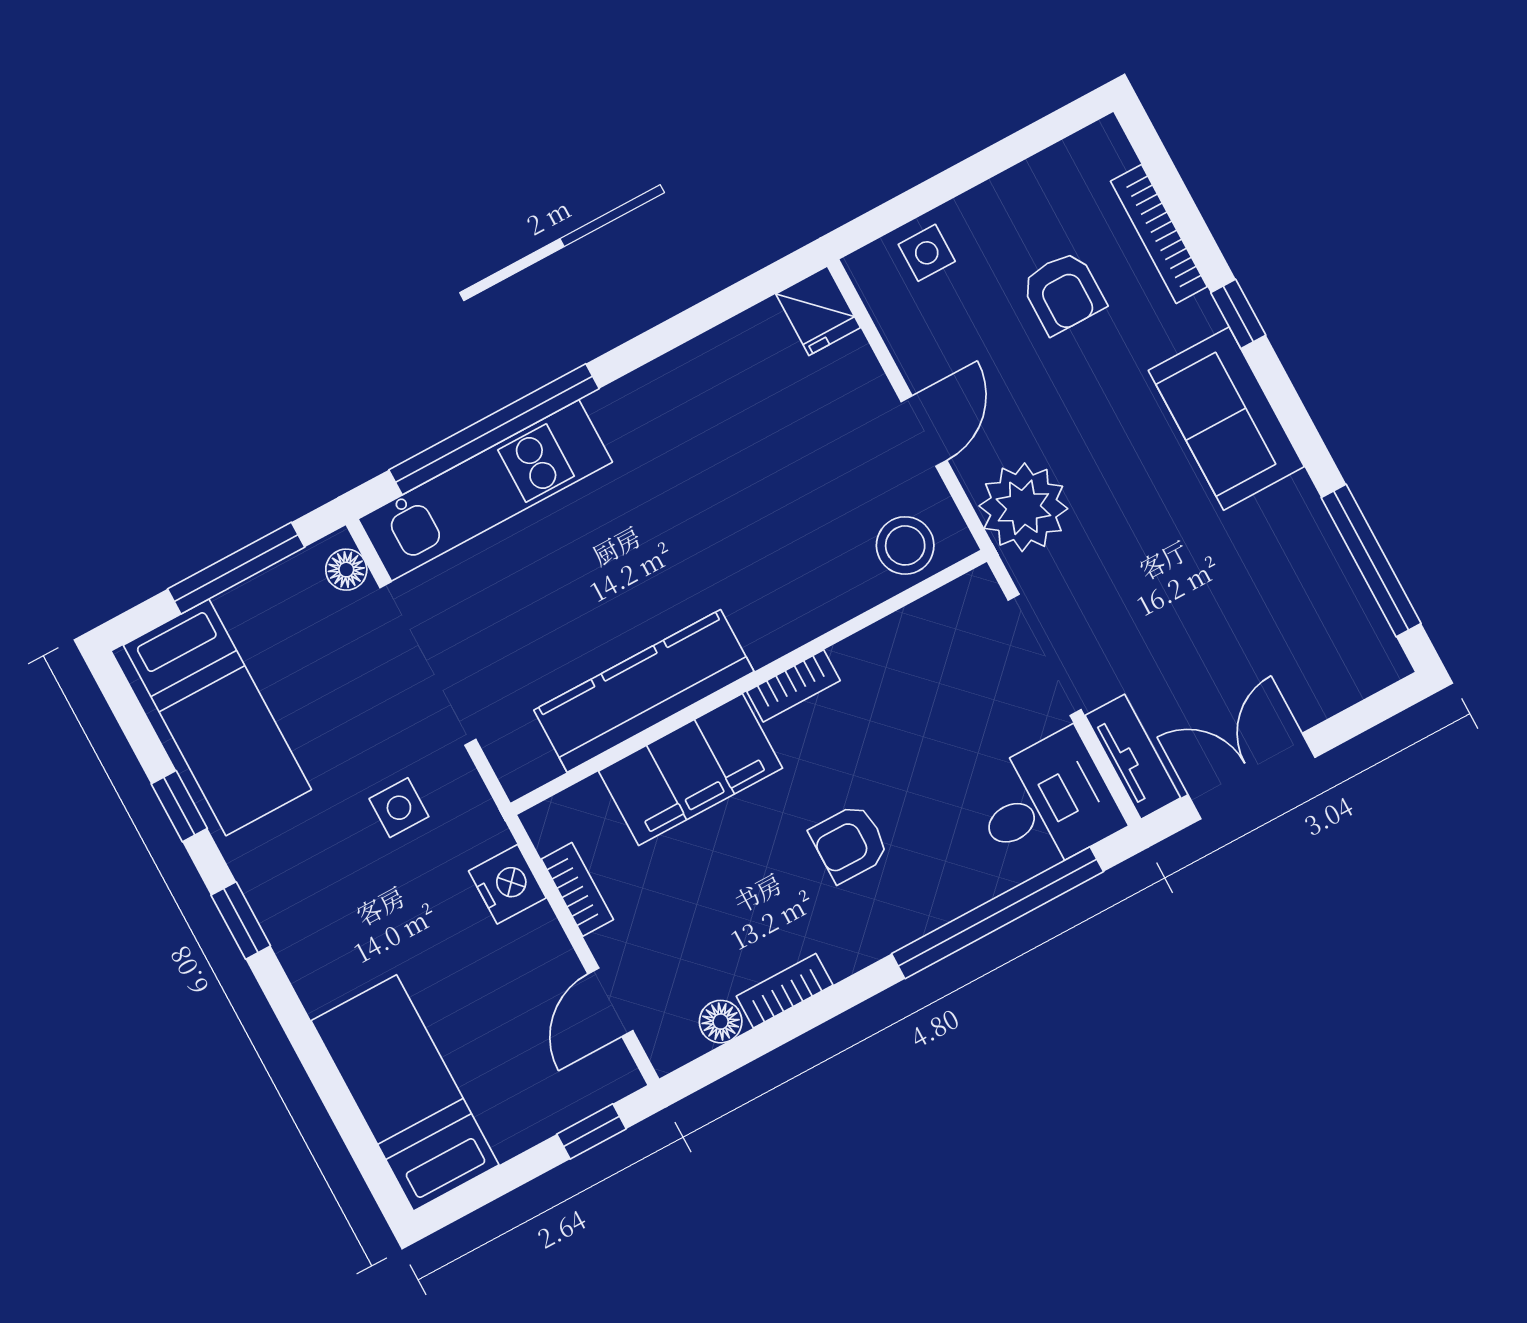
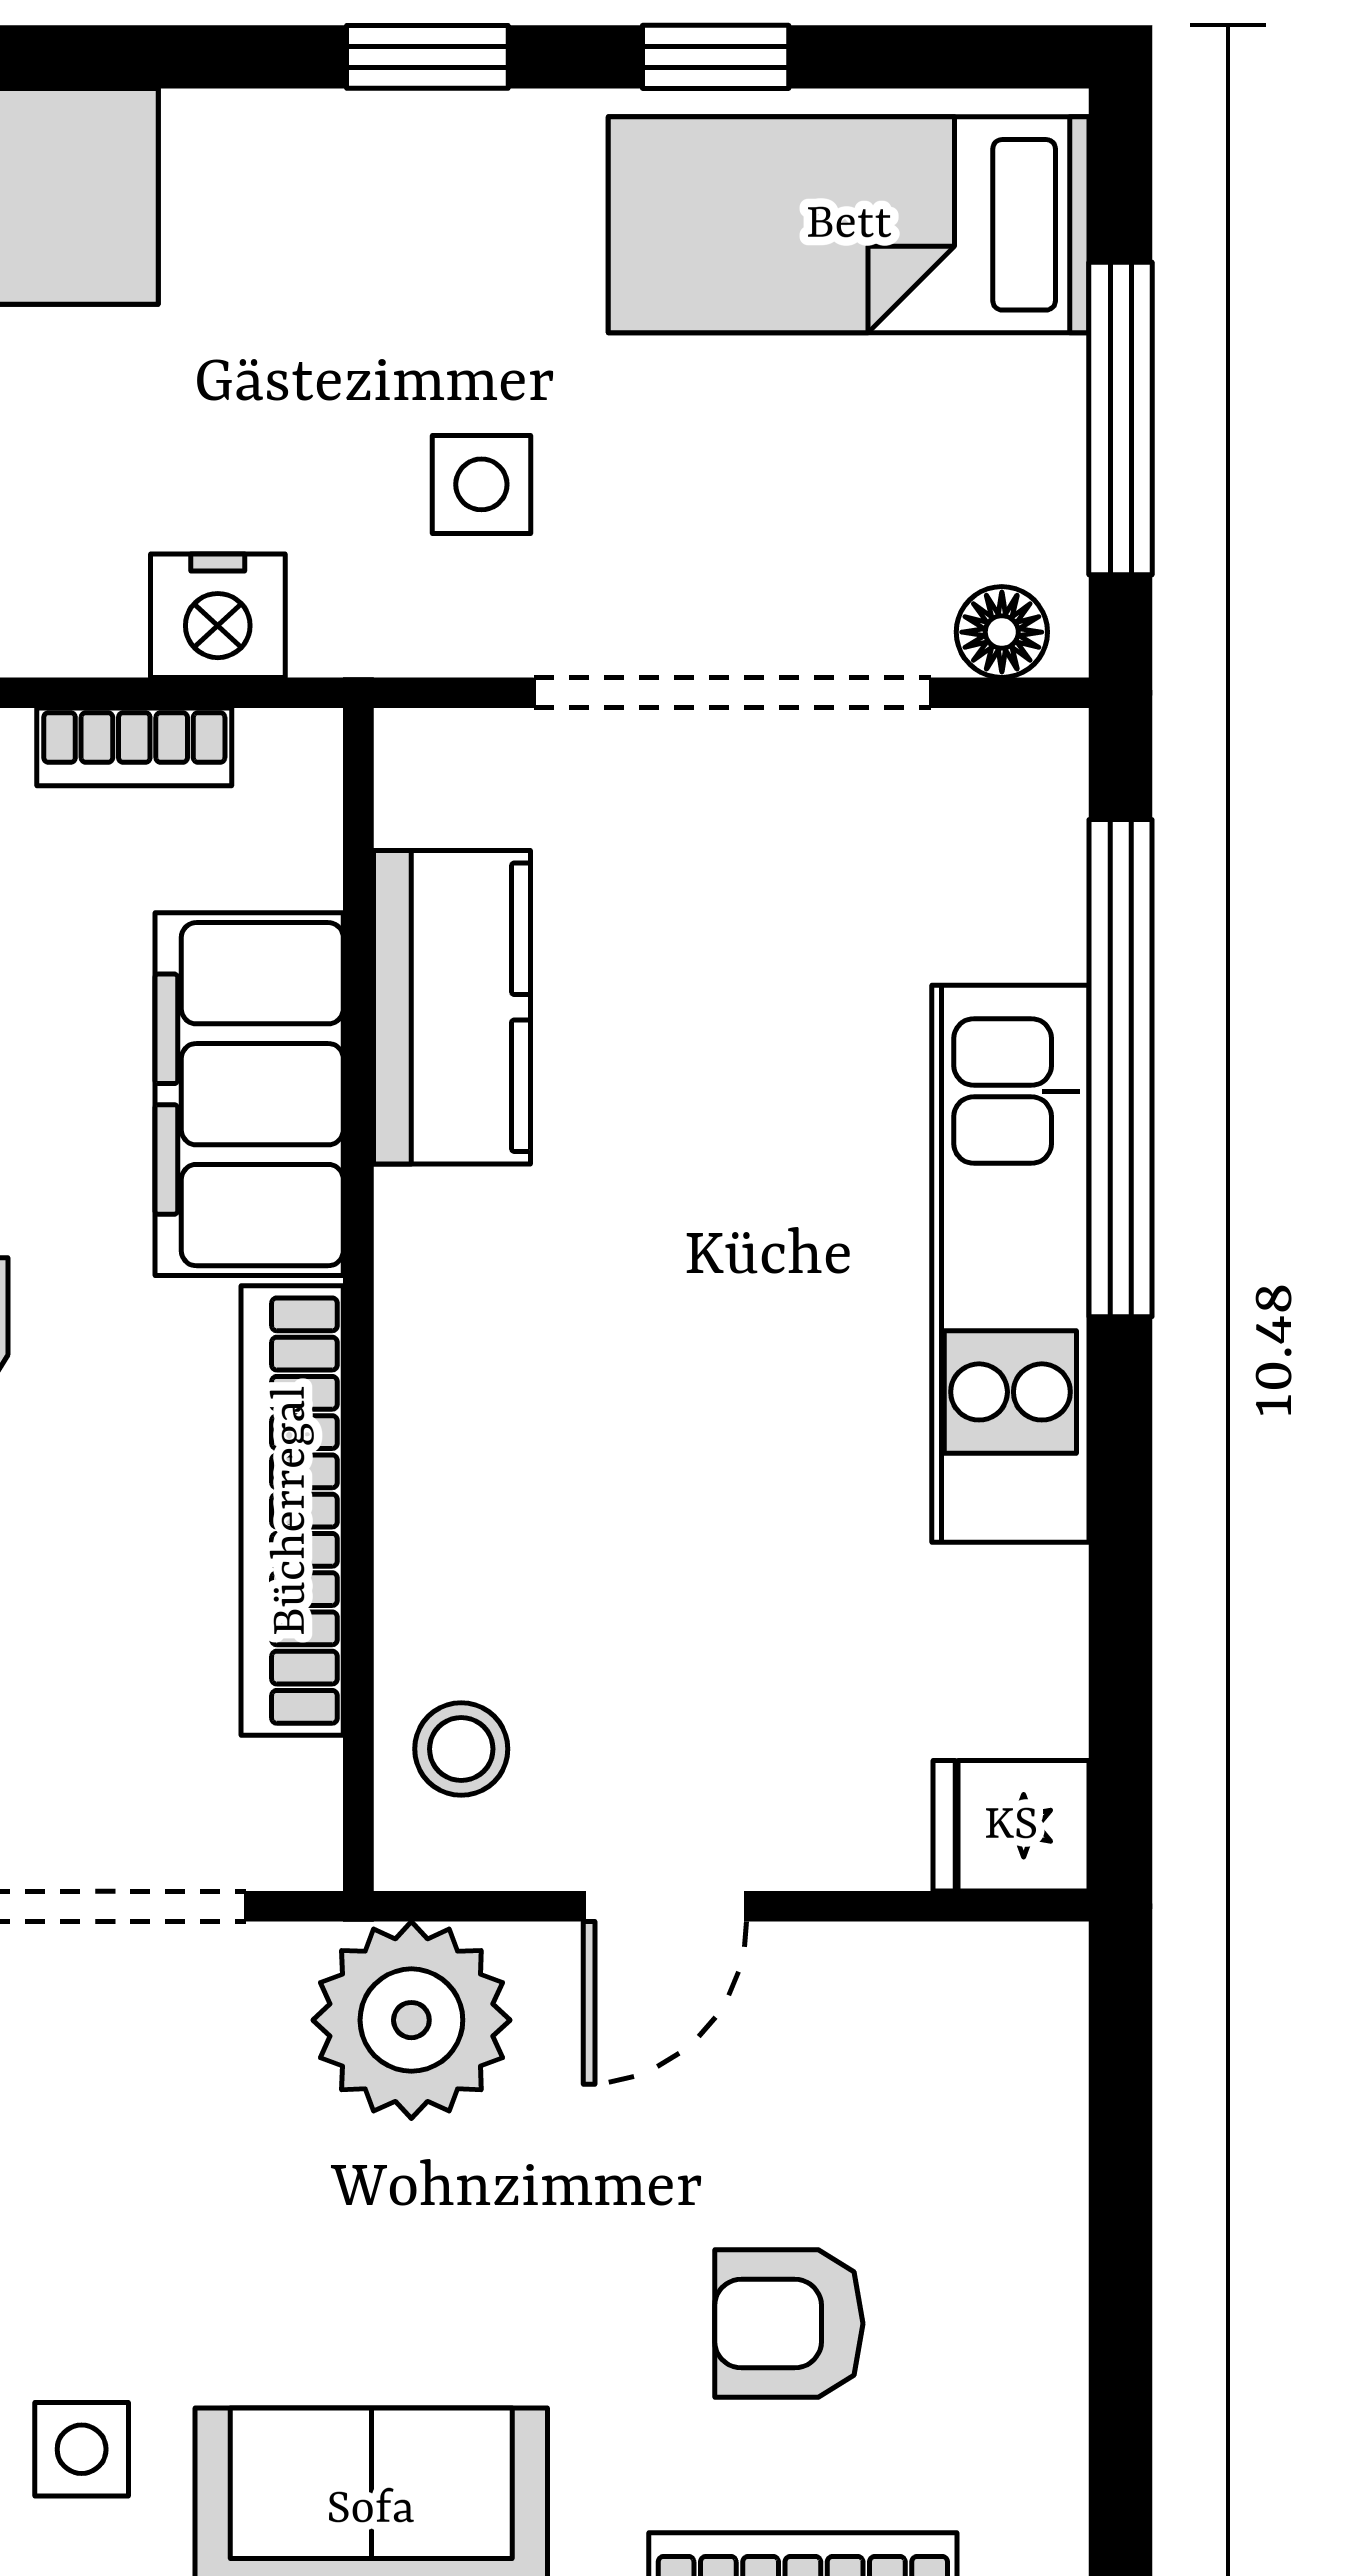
side table: (927, 253) -> (82, 2449), moved
door: (924, 431) -> (665, 1906), hinge flipped
kitchen unit: (485, 490) -> (1010, 1264), moved
stool: (905, 545) -> (461, 1749), width x0.73, depth x0.73
bookcase: (793, 686) -> (292, 1511), width x2.31, depth x1.31
kitchen counter: (644, 691) -> (452, 1007), width x0.67

